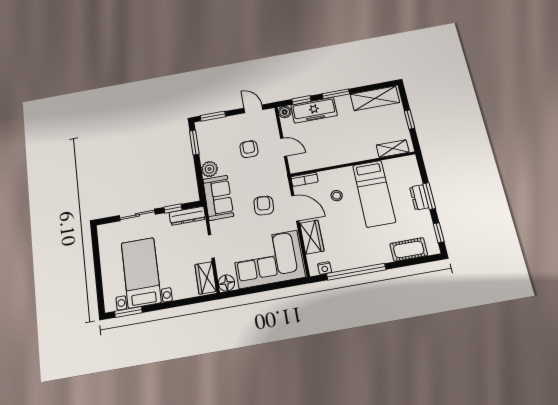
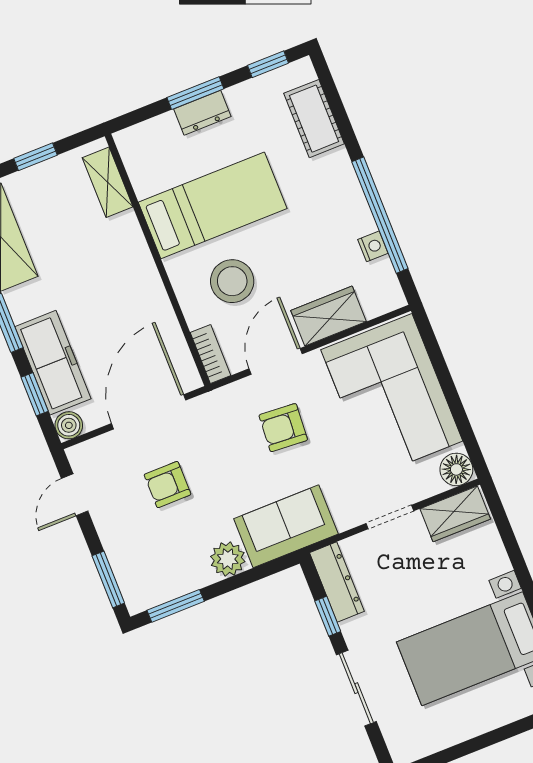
door: (284, 147) -> (149, 412), width x1.88
stool: (337, 196) -> (232, 281), width x1.89, depth x1.89
nightstand: (325, 268) -> (373, 246), moved

